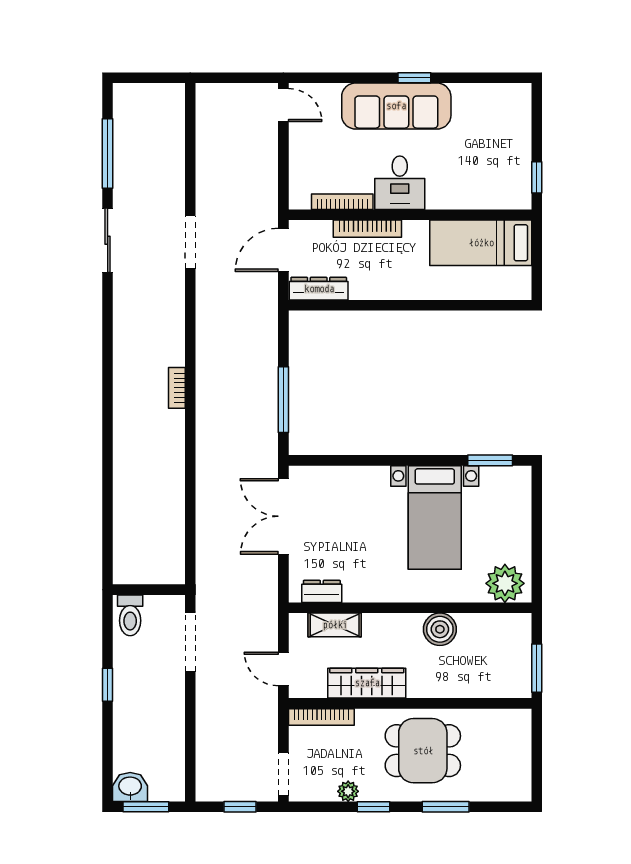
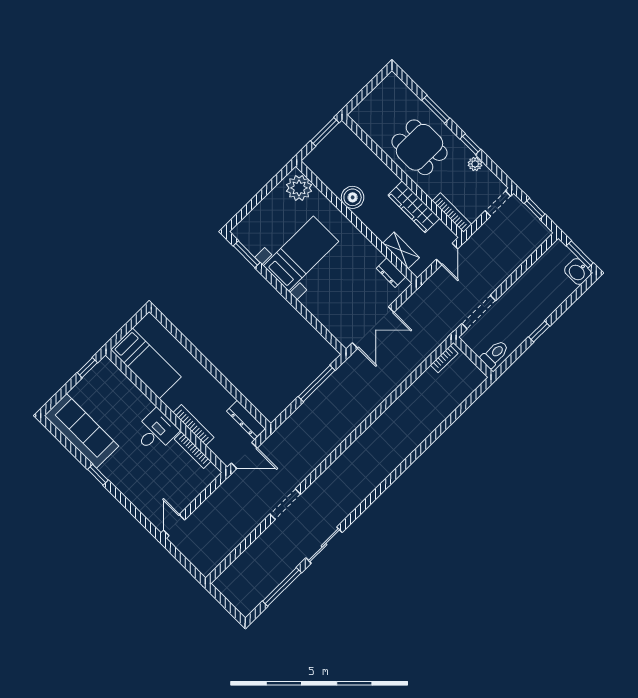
sofa: (396, 106) -> (81, 431), moved
bookcase: (177, 388) -> (444, 359), moved

